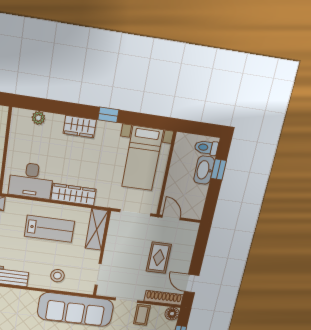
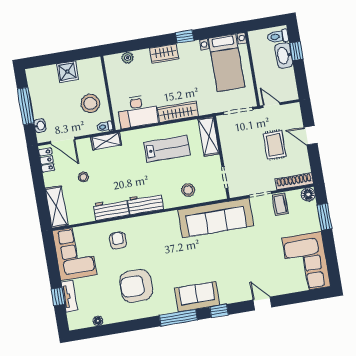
door: (192, 284) -> (311, 135), moved

